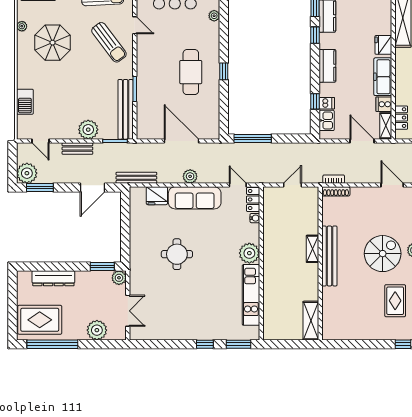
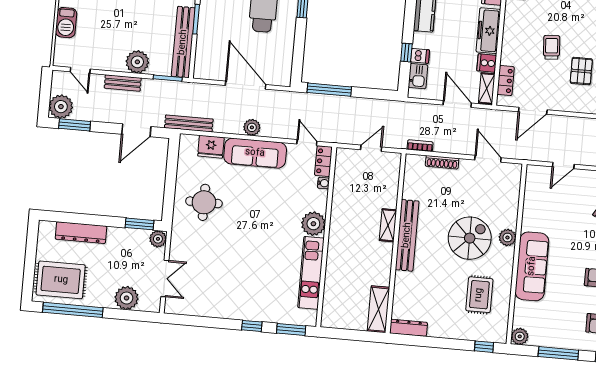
shoe rack: (336, 191) -> (442, 162), moved
round table: (177, 254) -> (204, 202), moved
dresser: (338, 334) -> (408, 328), added

